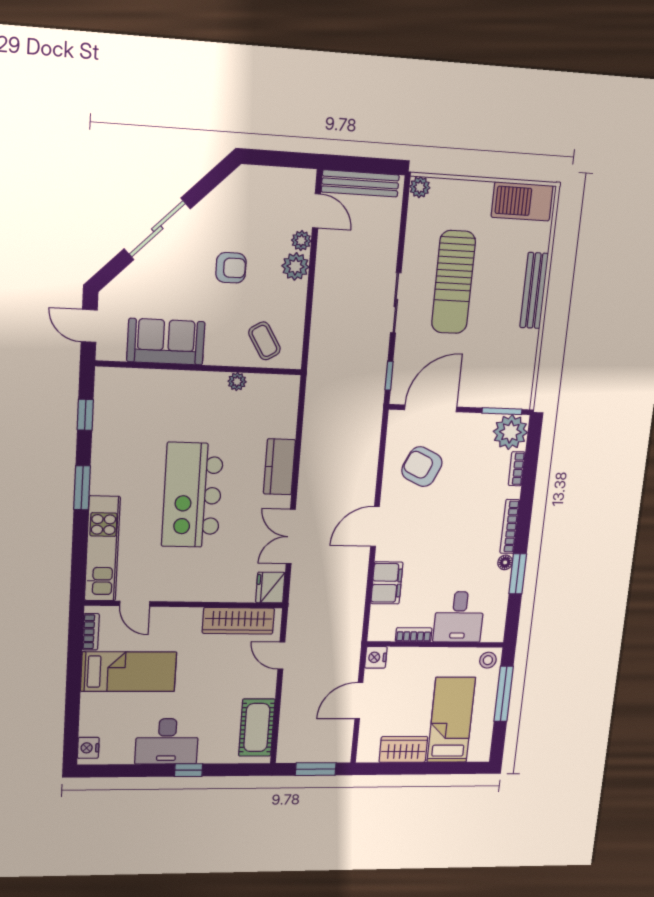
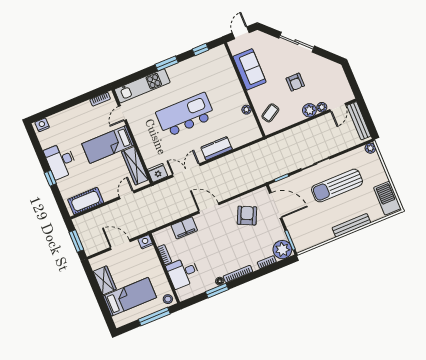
bed: (129, 672) -> (108, 144), moved, turned 90

